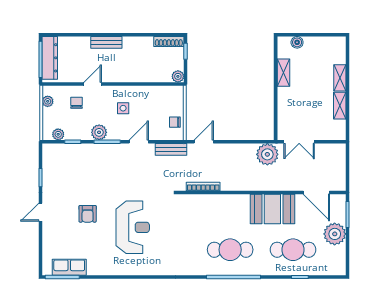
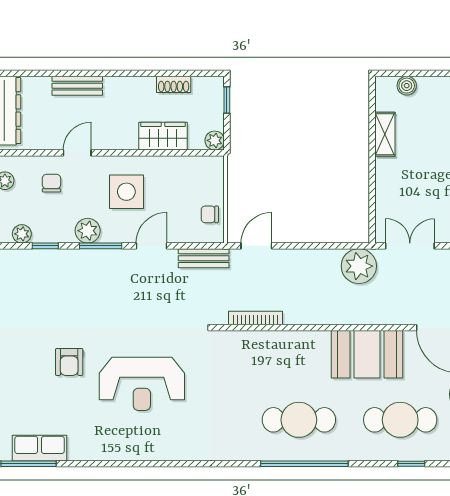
bench: (106, 42) -> (77, 86), moved
shoe rack: (169, 42) -> (174, 84), moved, width x0.70
wardrobe: (146, 74) -> (163, 136), added
side table: (123, 108) -> (126, 192), width x1.87, depth x1.87
double door: (299, 142) -> (410, 246), swing flipped
reception desk: (133, 227) -> (142, 384), turned 90

